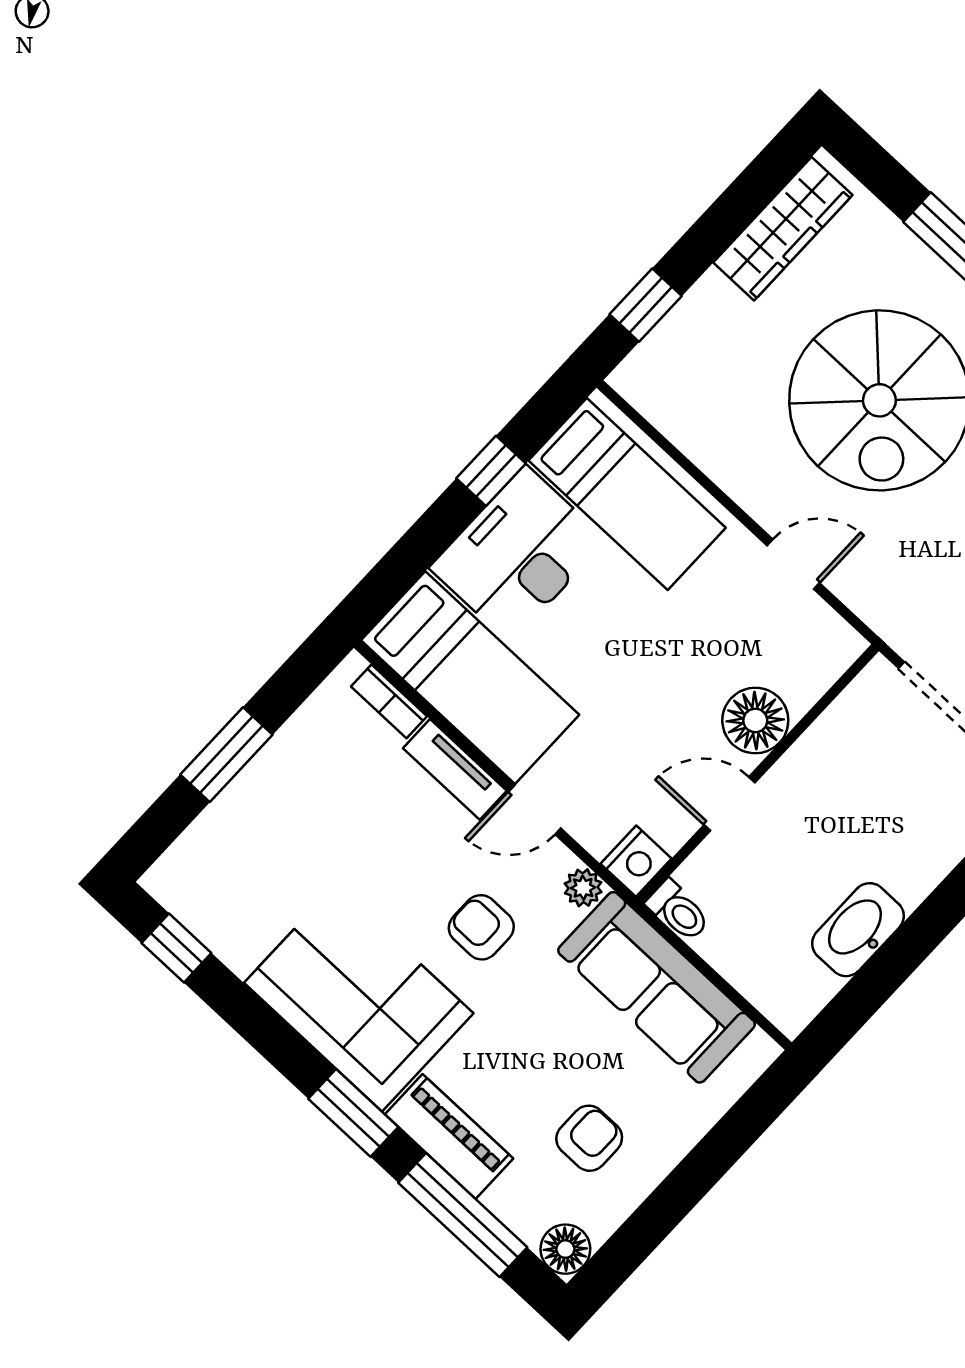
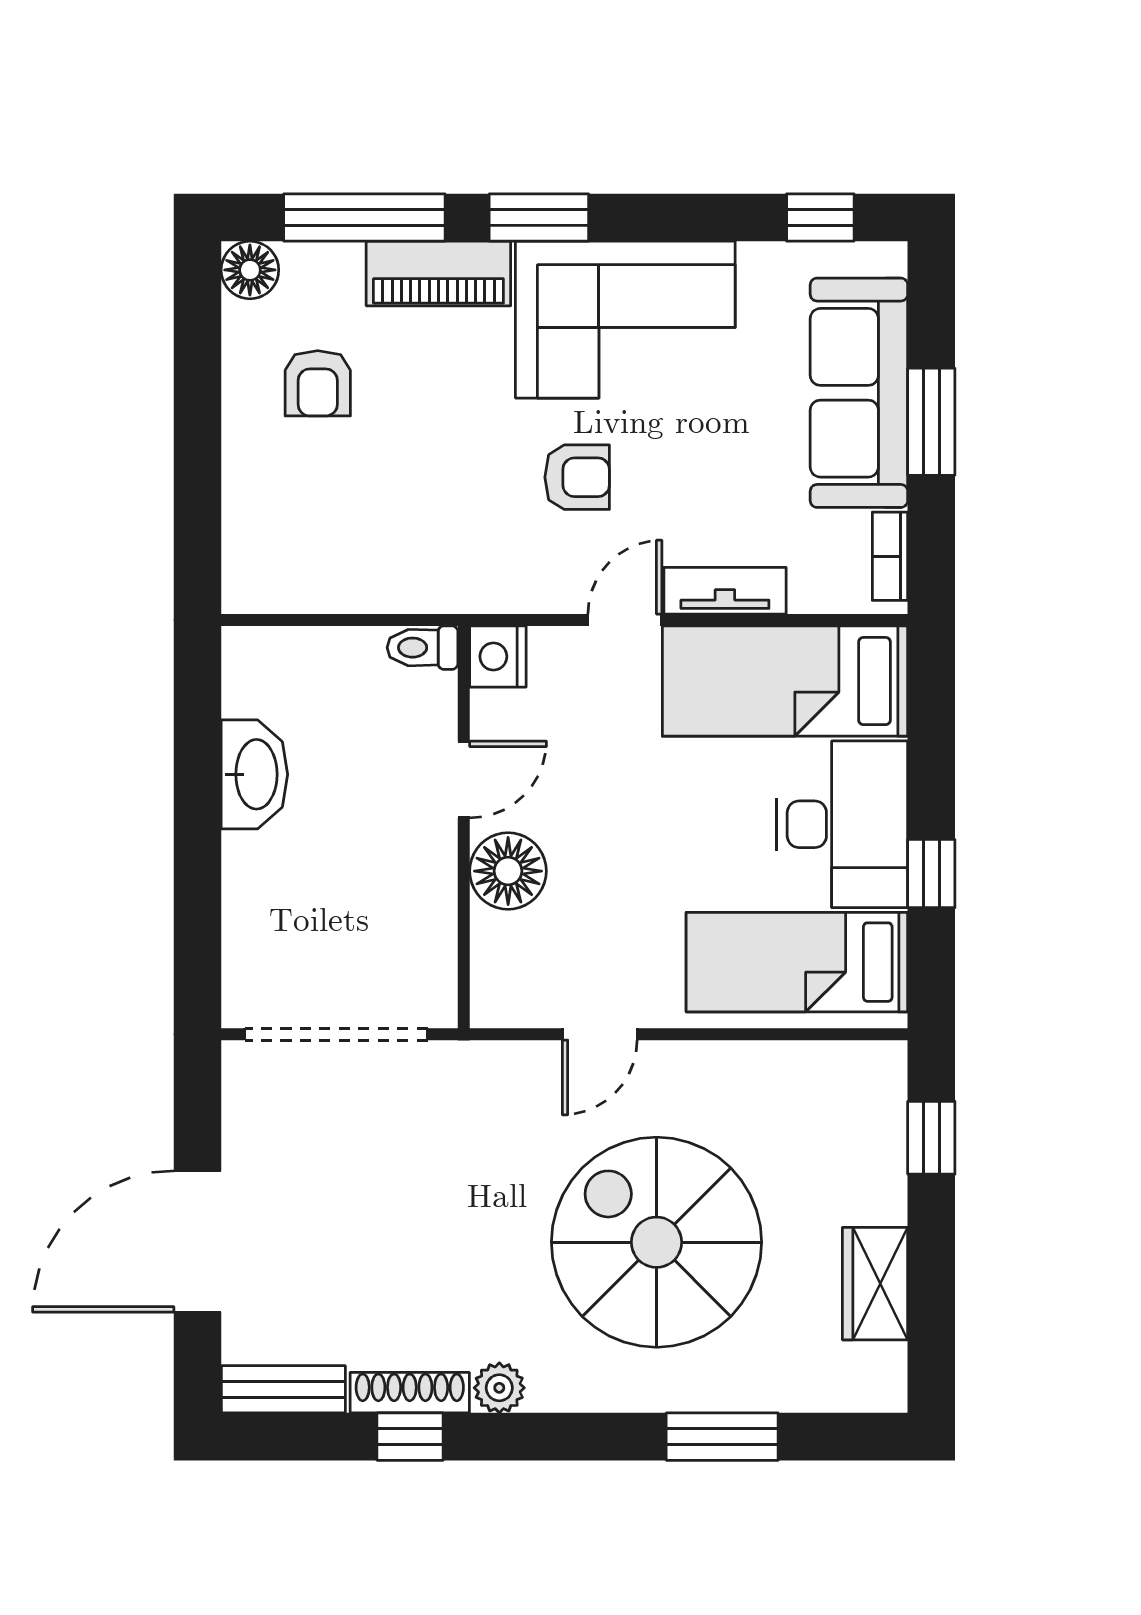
wardrobe: (783, 229) -> (875, 1284), width x0.67
bookcase: (389, 701) -> (890, 556), moved, turned -90
plant: (583, 888) -> (522, 592), removed
sofa: (657, 987) -> (859, 393), moved, turned -90

